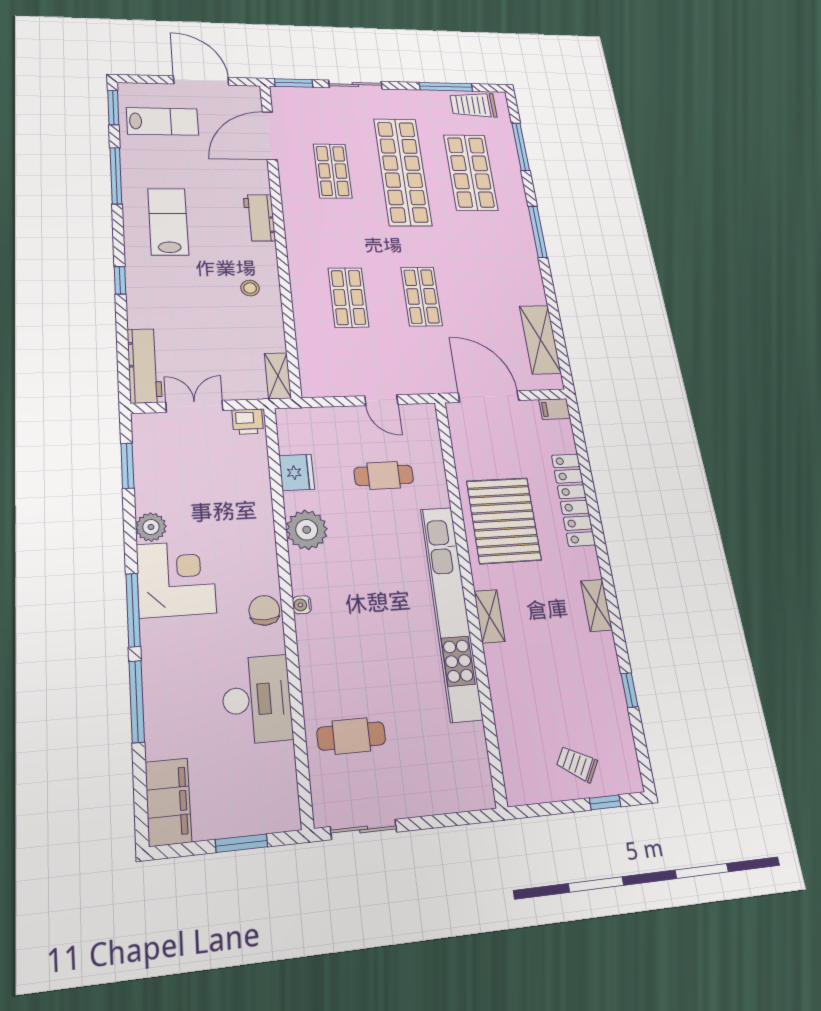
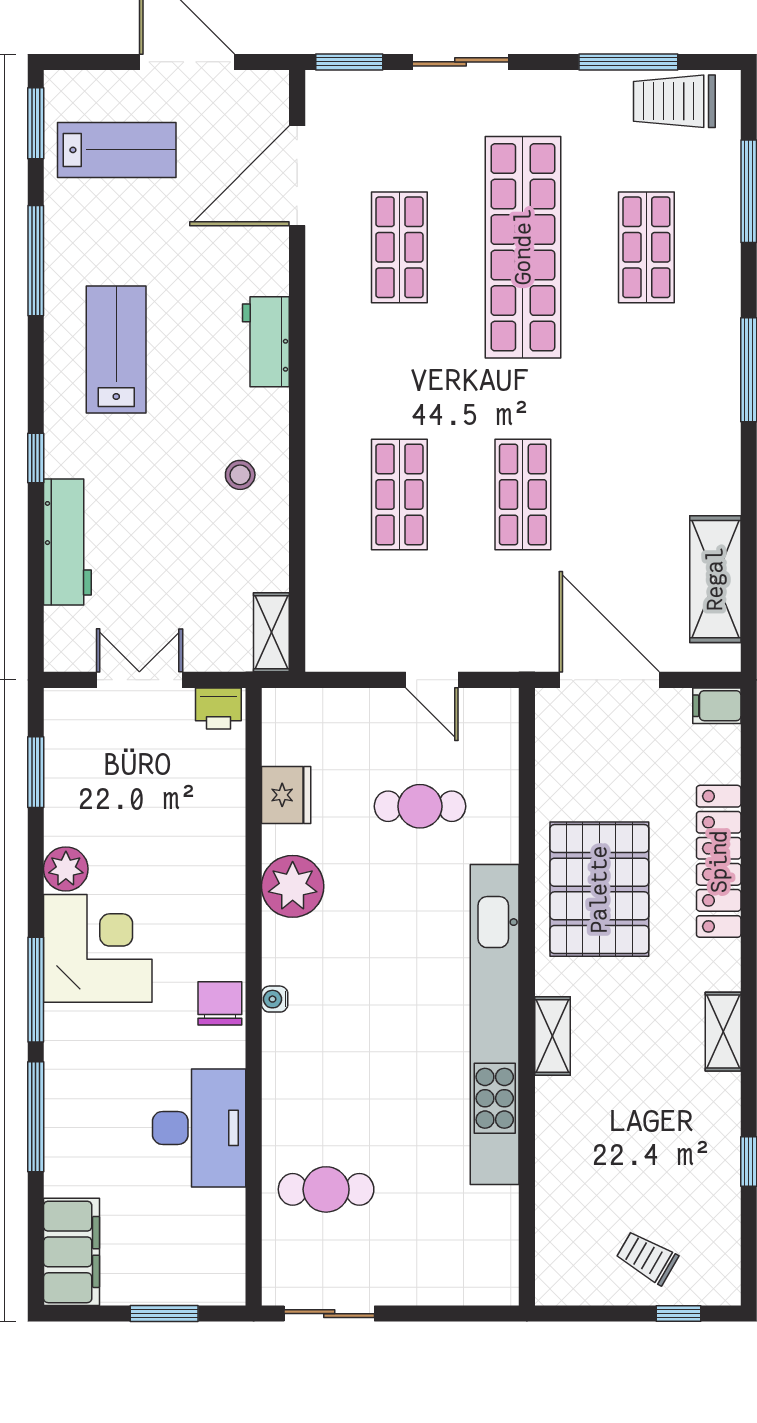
shop shelf: (471, 172) -> (646, 247), width x0.70, depth x0.74
workbench: (144, 366) -> (67, 542), moved

